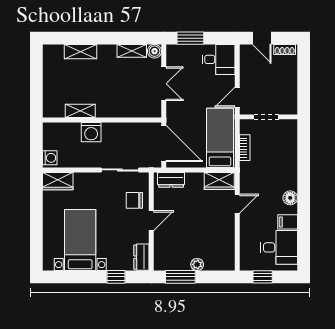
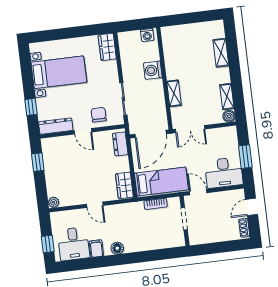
window: (190, 38) -> (245, 157), moved
desk: (219, 59) -> (224, 173), width x1.37
double door: (164, 84) -> (190, 129), moved
shelving: (80, 111) -> (174, 93), moved
washing machine: (50, 158) -> (147, 35), moved
door: (237, 204) -> (95, 205), moved
dresser: (141, 257) -> (56, 126), width x1.44
plant: (197, 264) -> (54, 202), moved
window: (180, 277) -> (38, 162), width x0.67
window: (263, 277) -> (48, 244), moved

